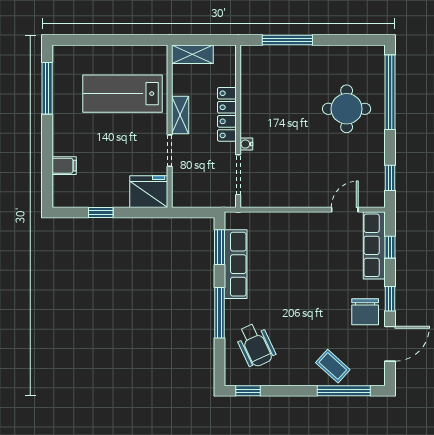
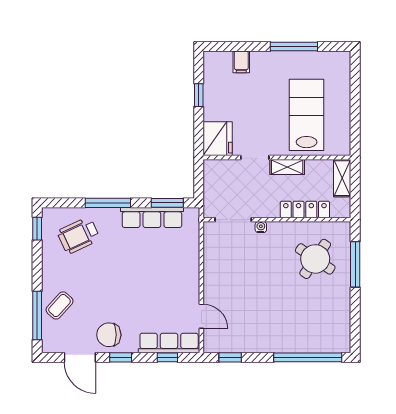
window: (47, 88) -> (294, 46), moved
round table: (347, 109) -> (315, 259), moved, turned 34
locker: (227, 114) -> (305, 209), moved

